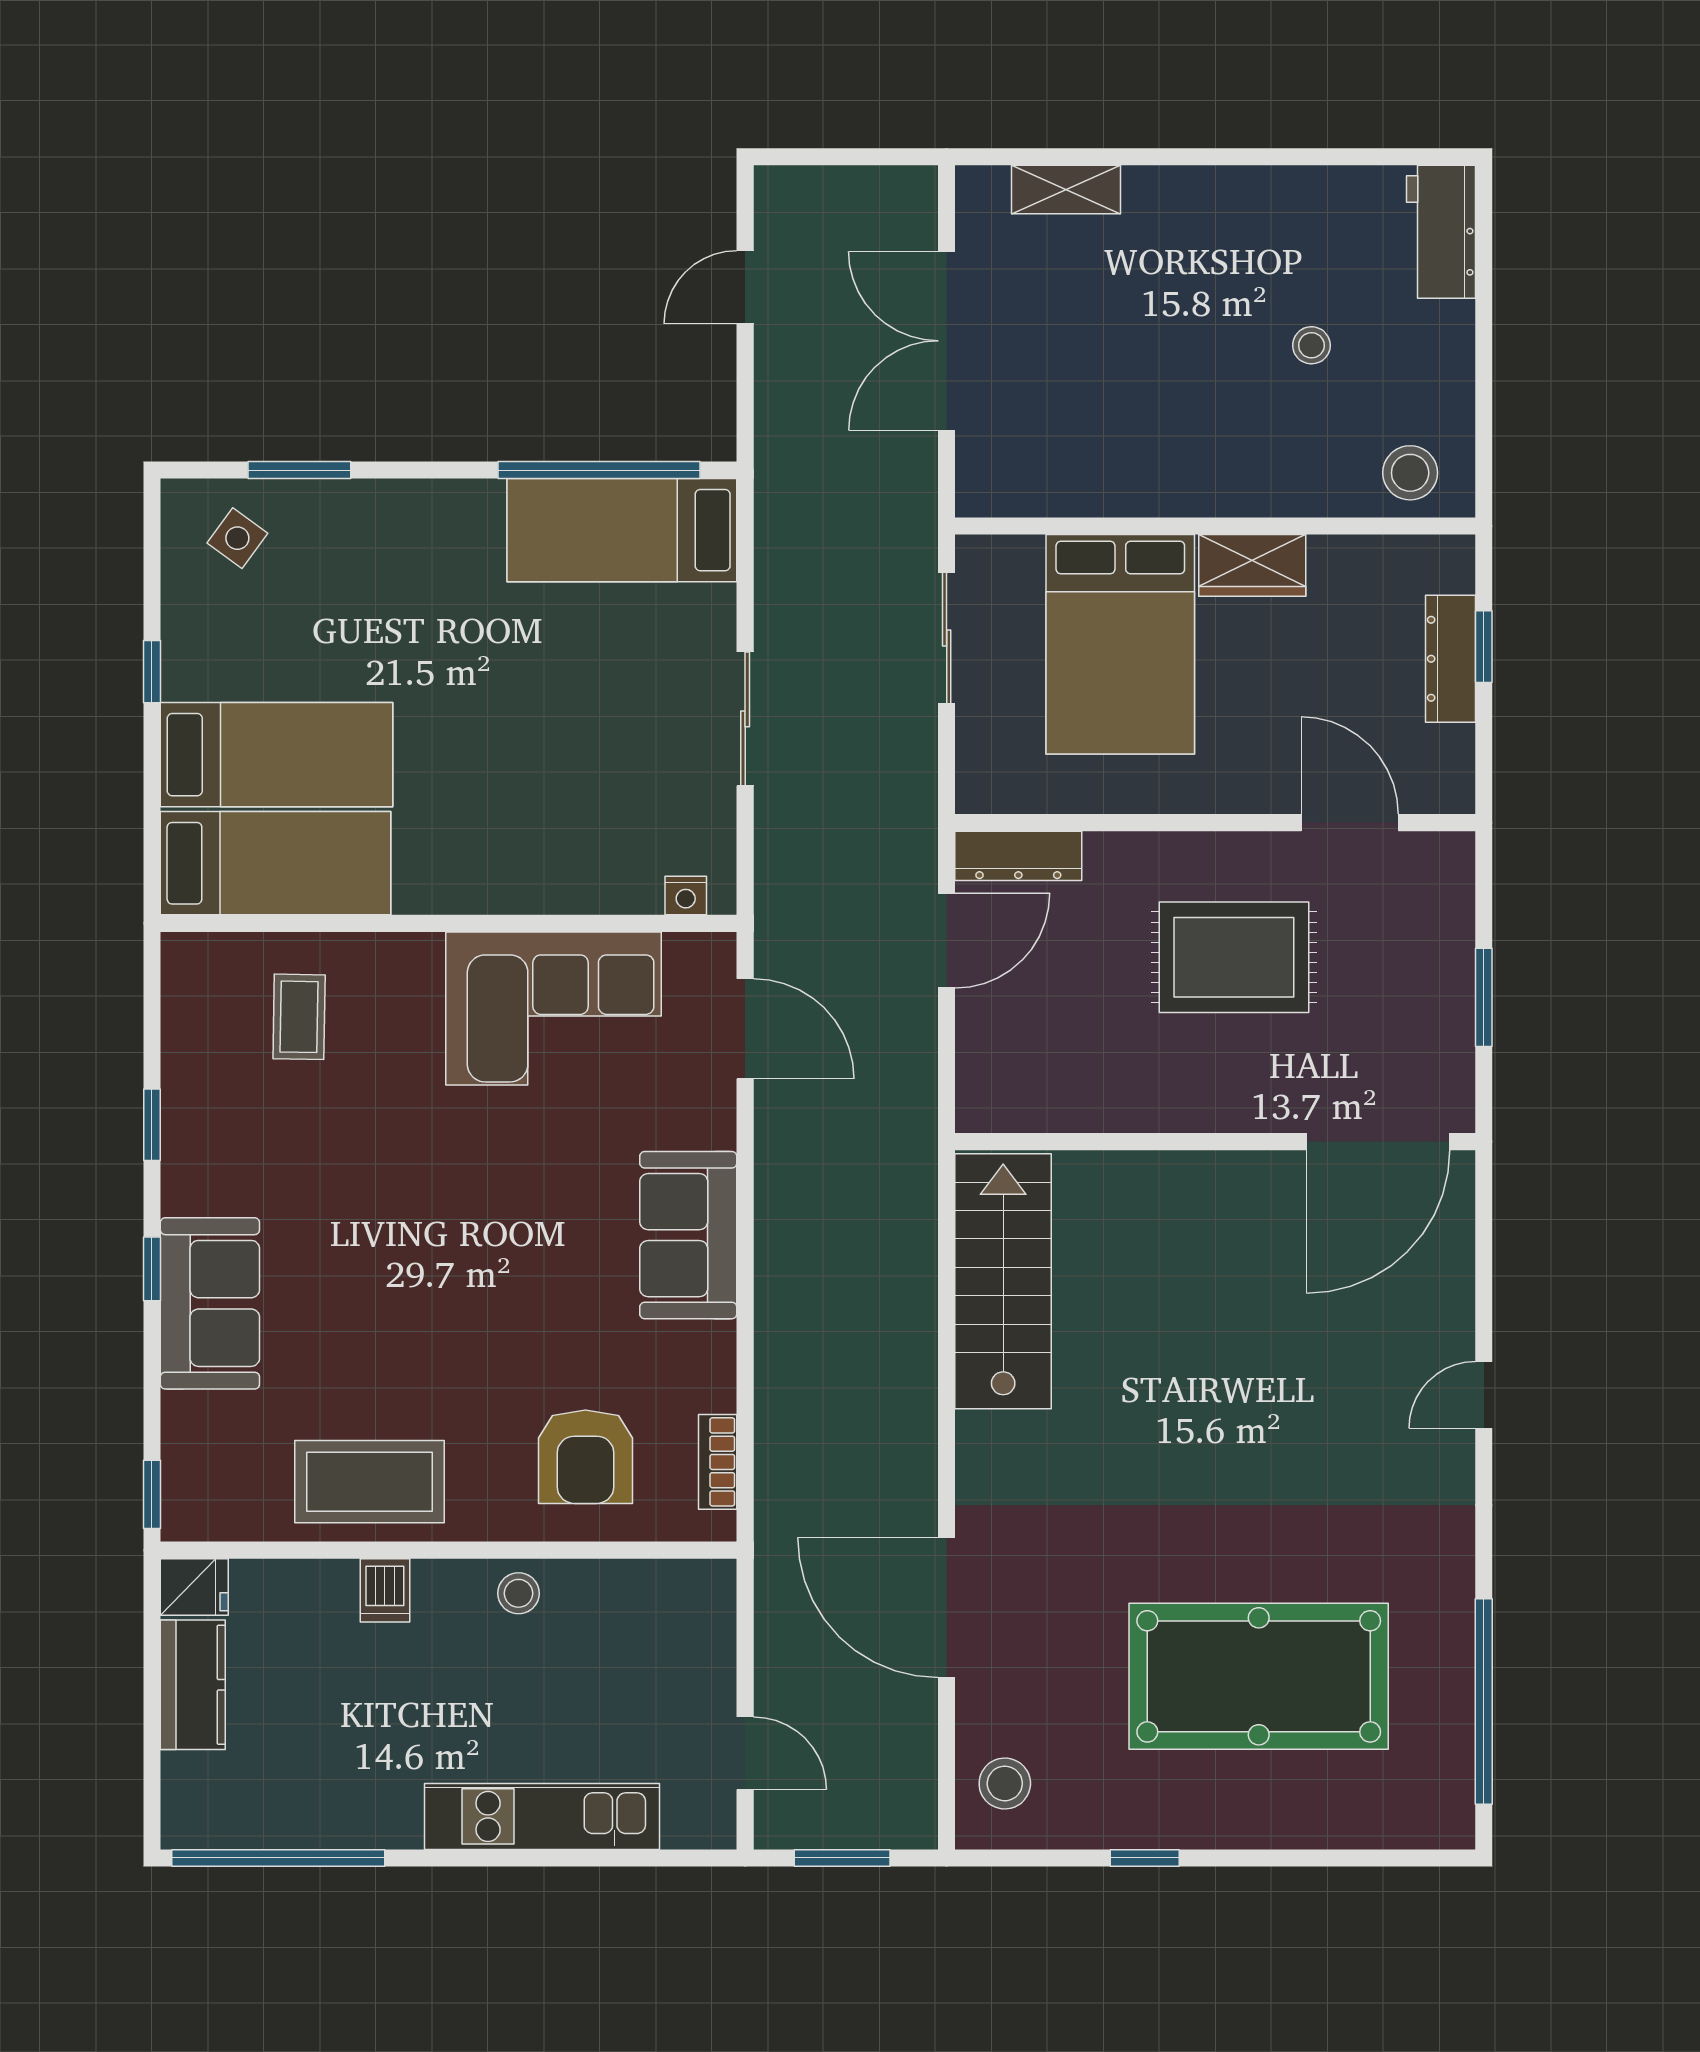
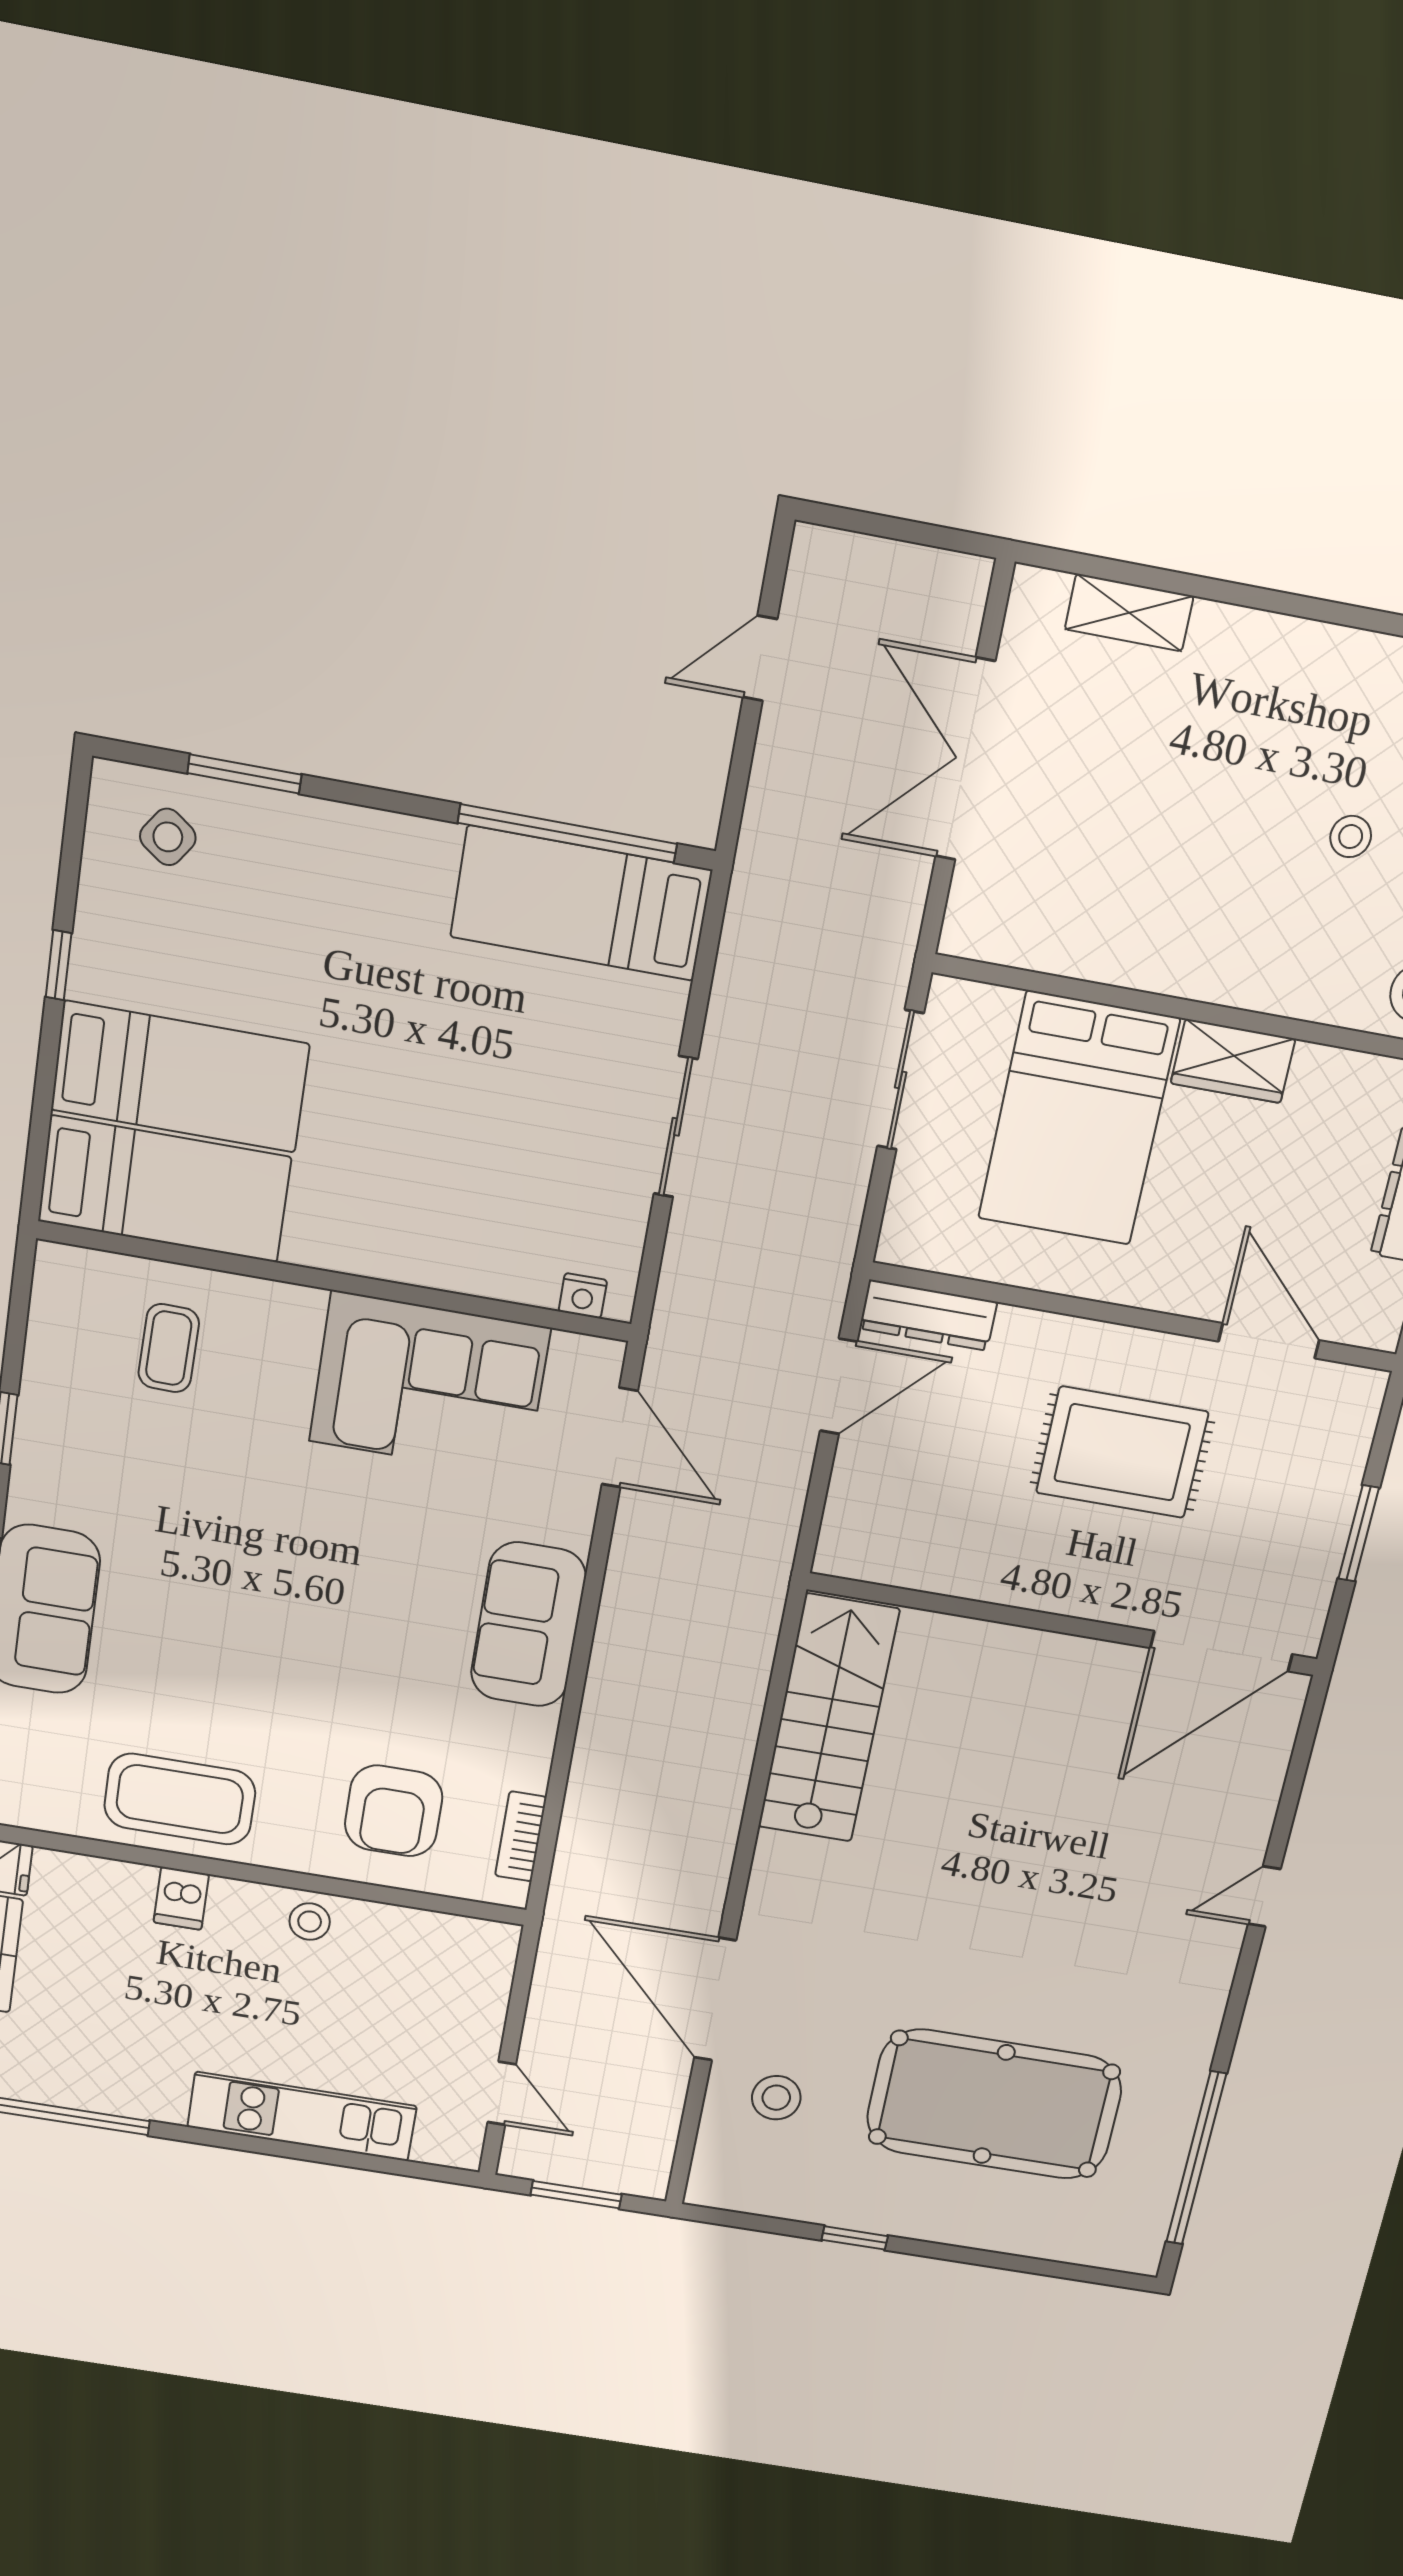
stool: (1005, 1783) -> (776, 2098), moved

